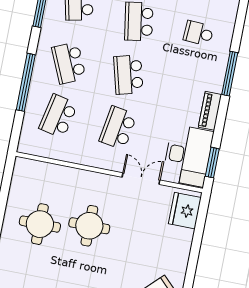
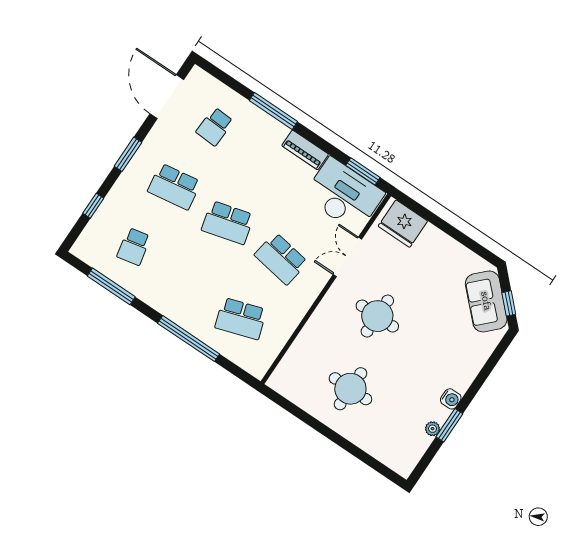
school desk: (69, 63) -> (187, 283), removed
school desk: (58, 116) -> (241, 319), turned -30
round table: (89, 226) -> (377, 316), moved

